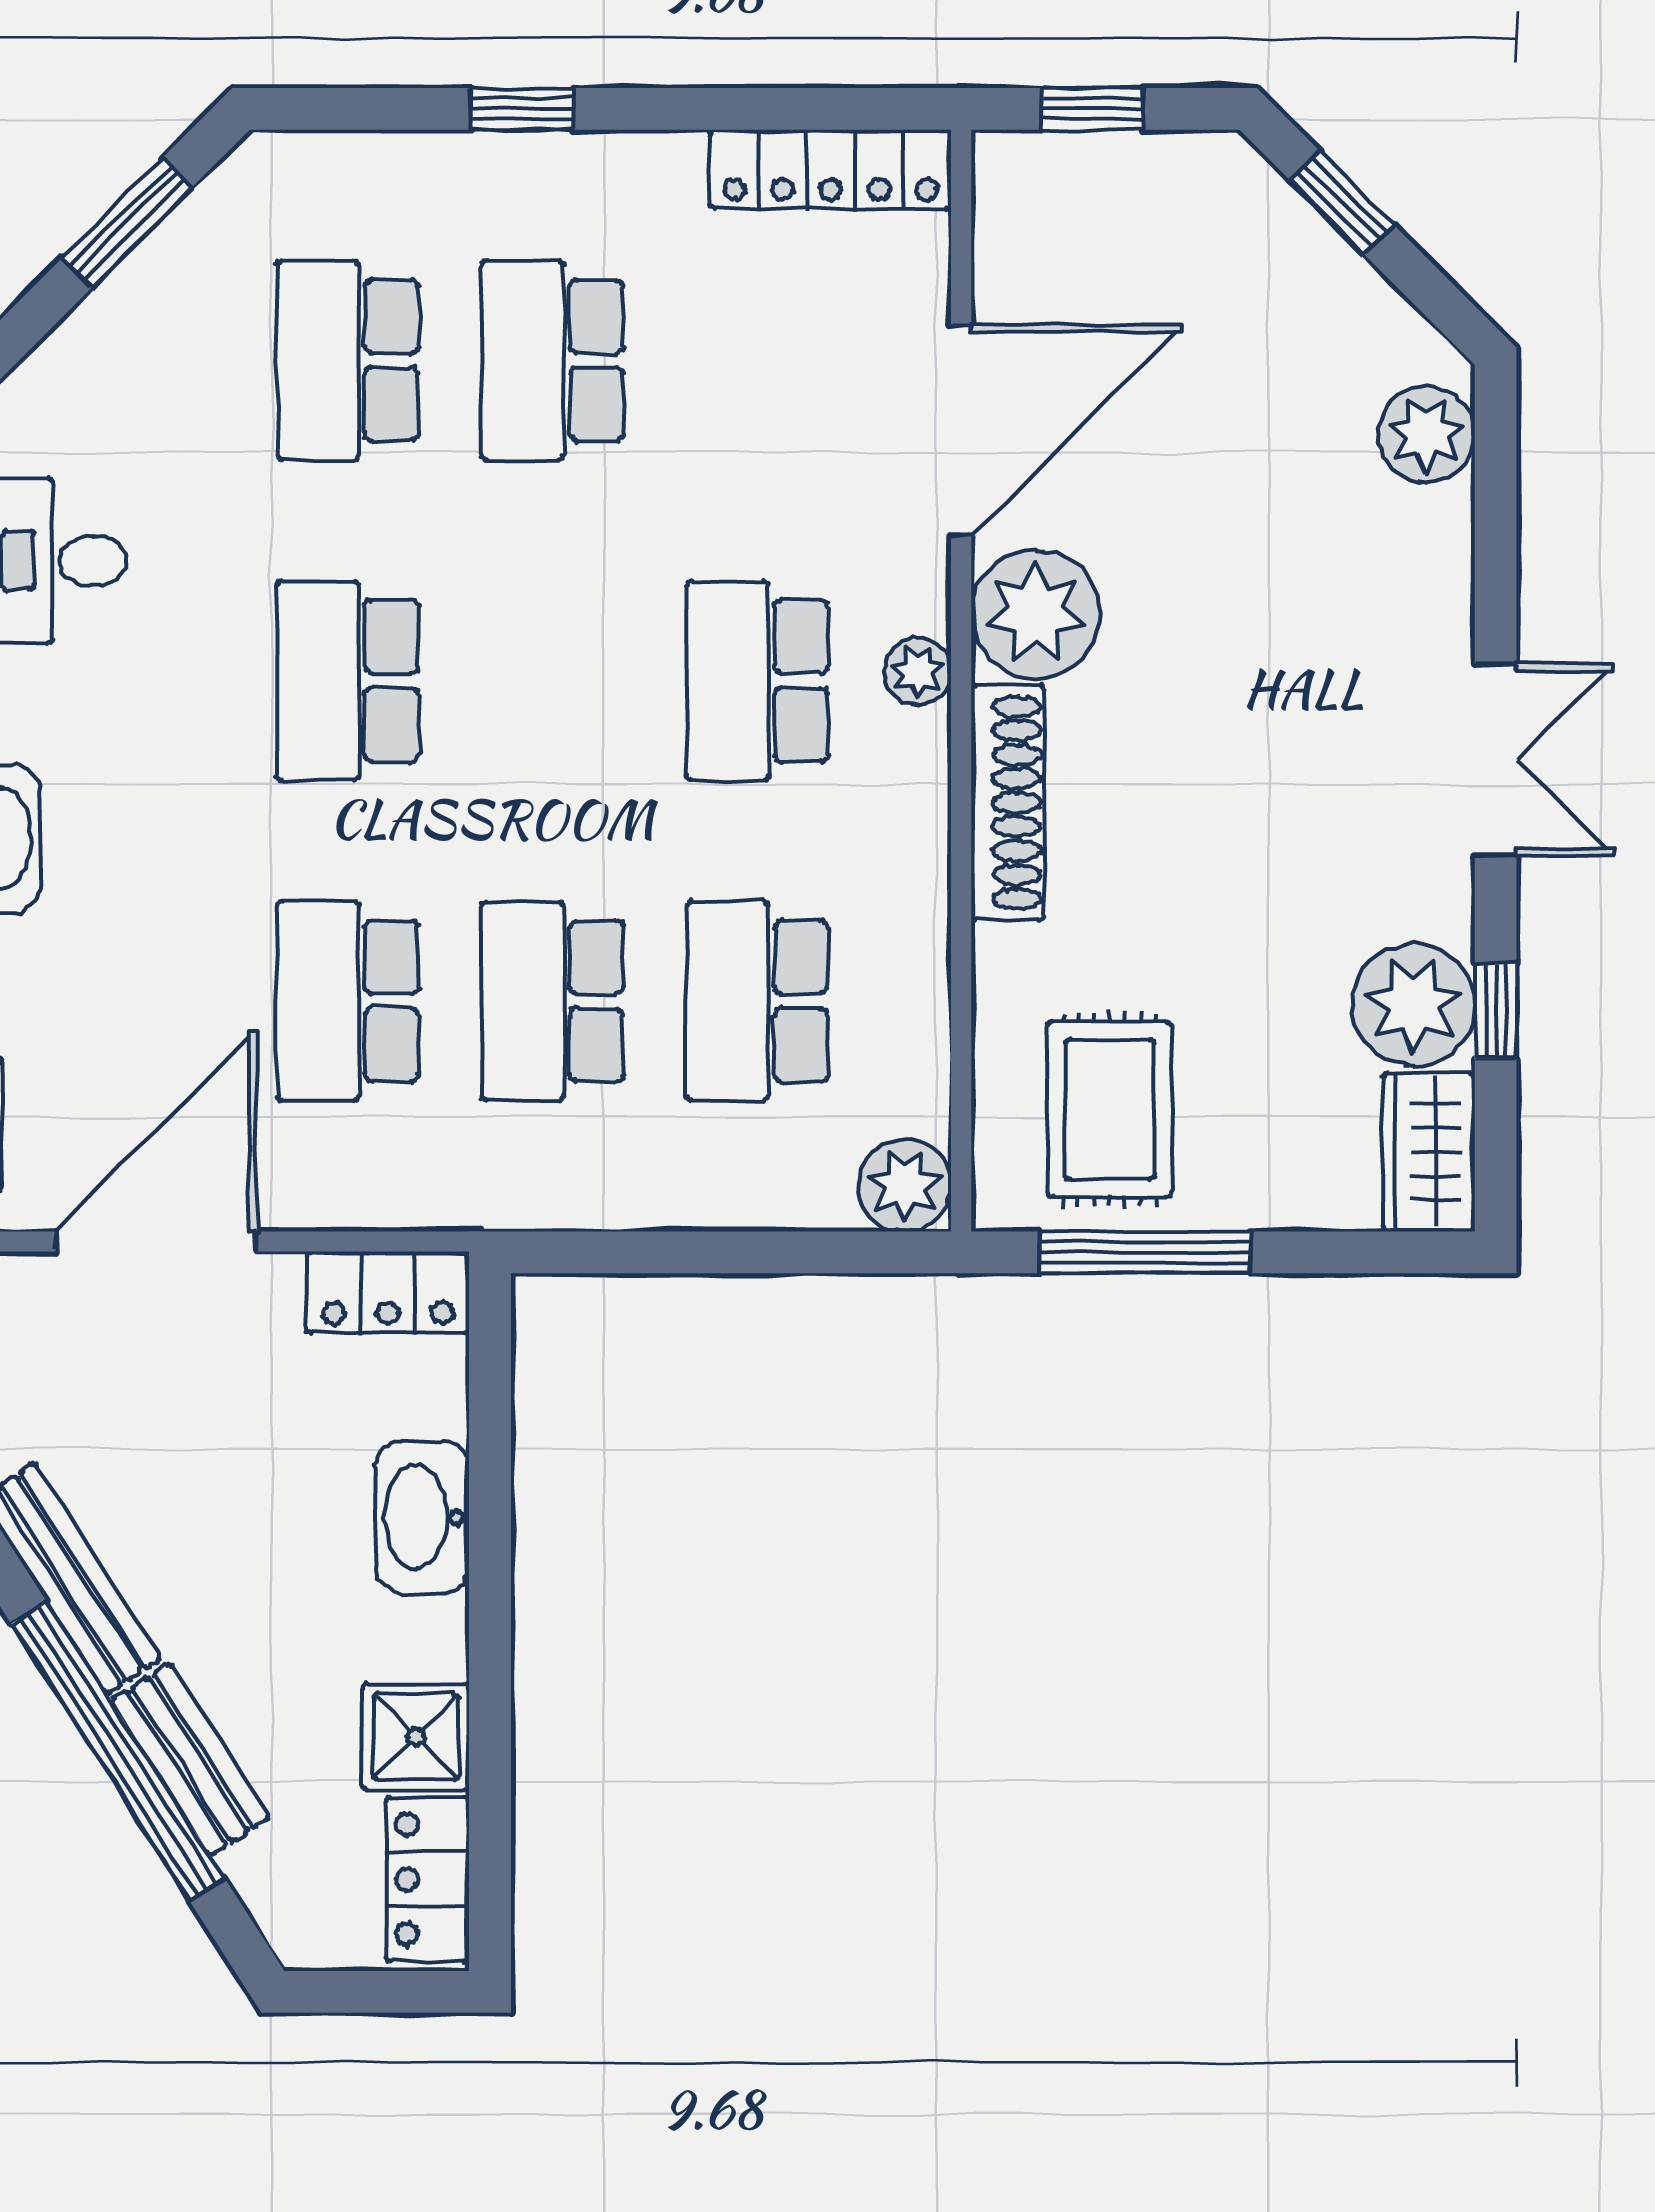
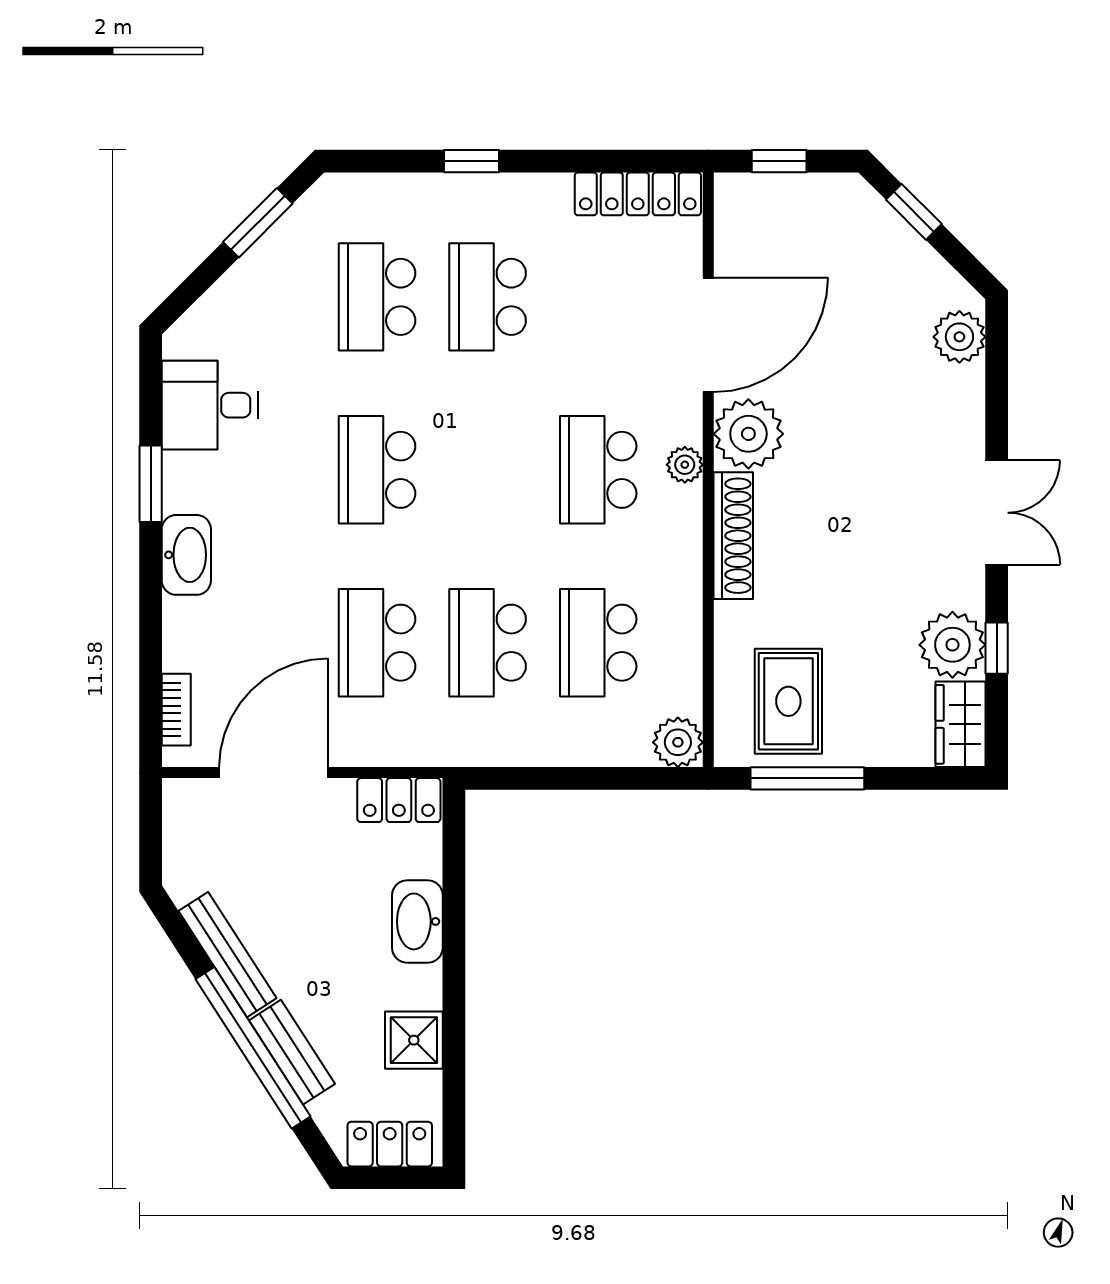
locker: (428, 1879) -> (390, 1144), moved, turned 90

